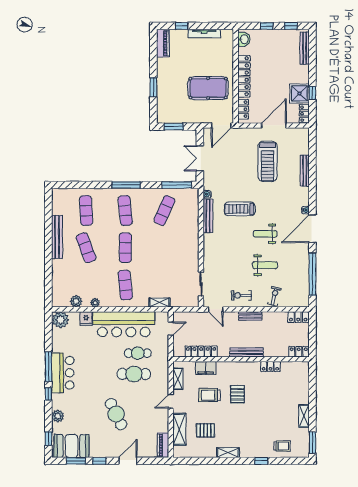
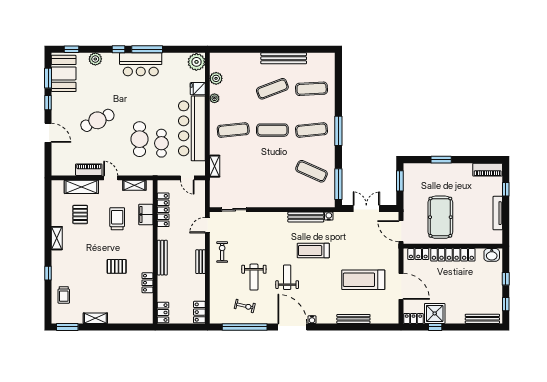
treadmill: (240, 209) -> (313, 251), turned -90
exercise bike: (274, 296) -> (245, 306), moved
pallet: (237, 394) -> (117, 266), moved
piano: (163, 445) -> (89, 170), moved

